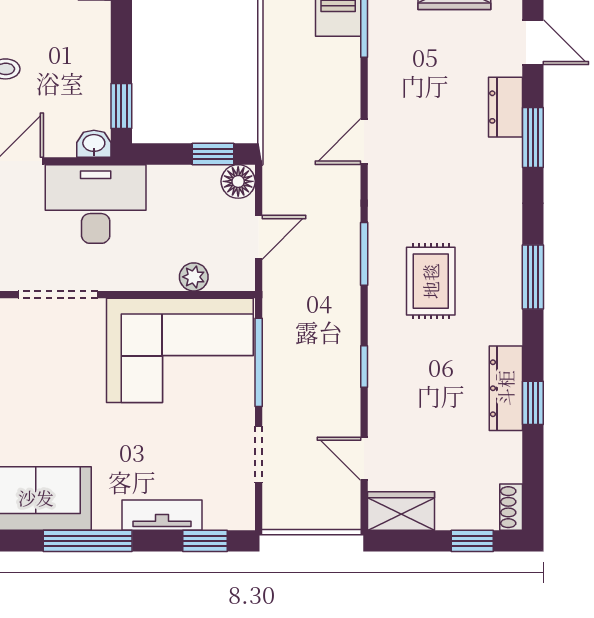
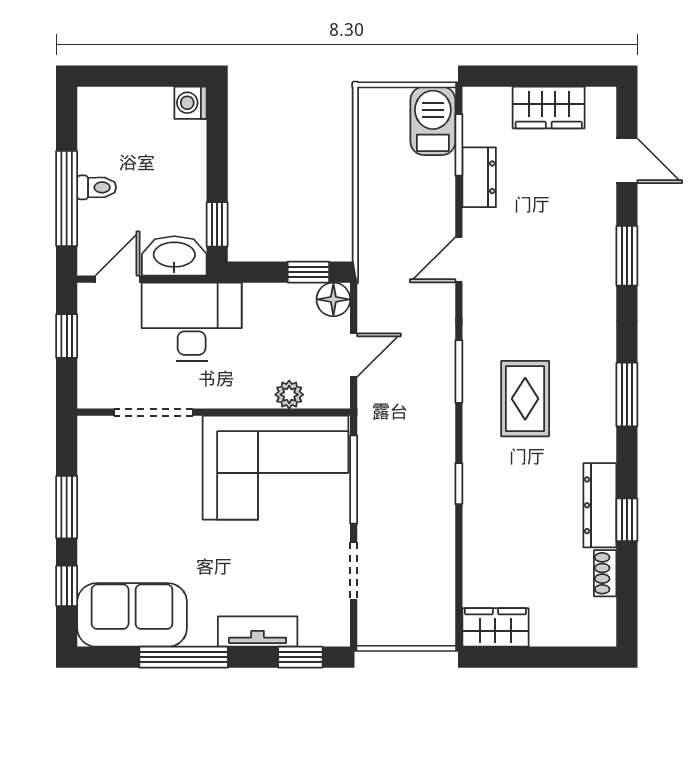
dresser: (506, 107) -> (479, 177), moved, turned 180
washbasin: (94, 144) -> (174, 256), width x1.91, depth x1.45
door: (364, 459) -> (459, 575), removed
shoe rack: (511, 507) -> (605, 573), moved
window: (472, 541) -> (566, 657), removed

